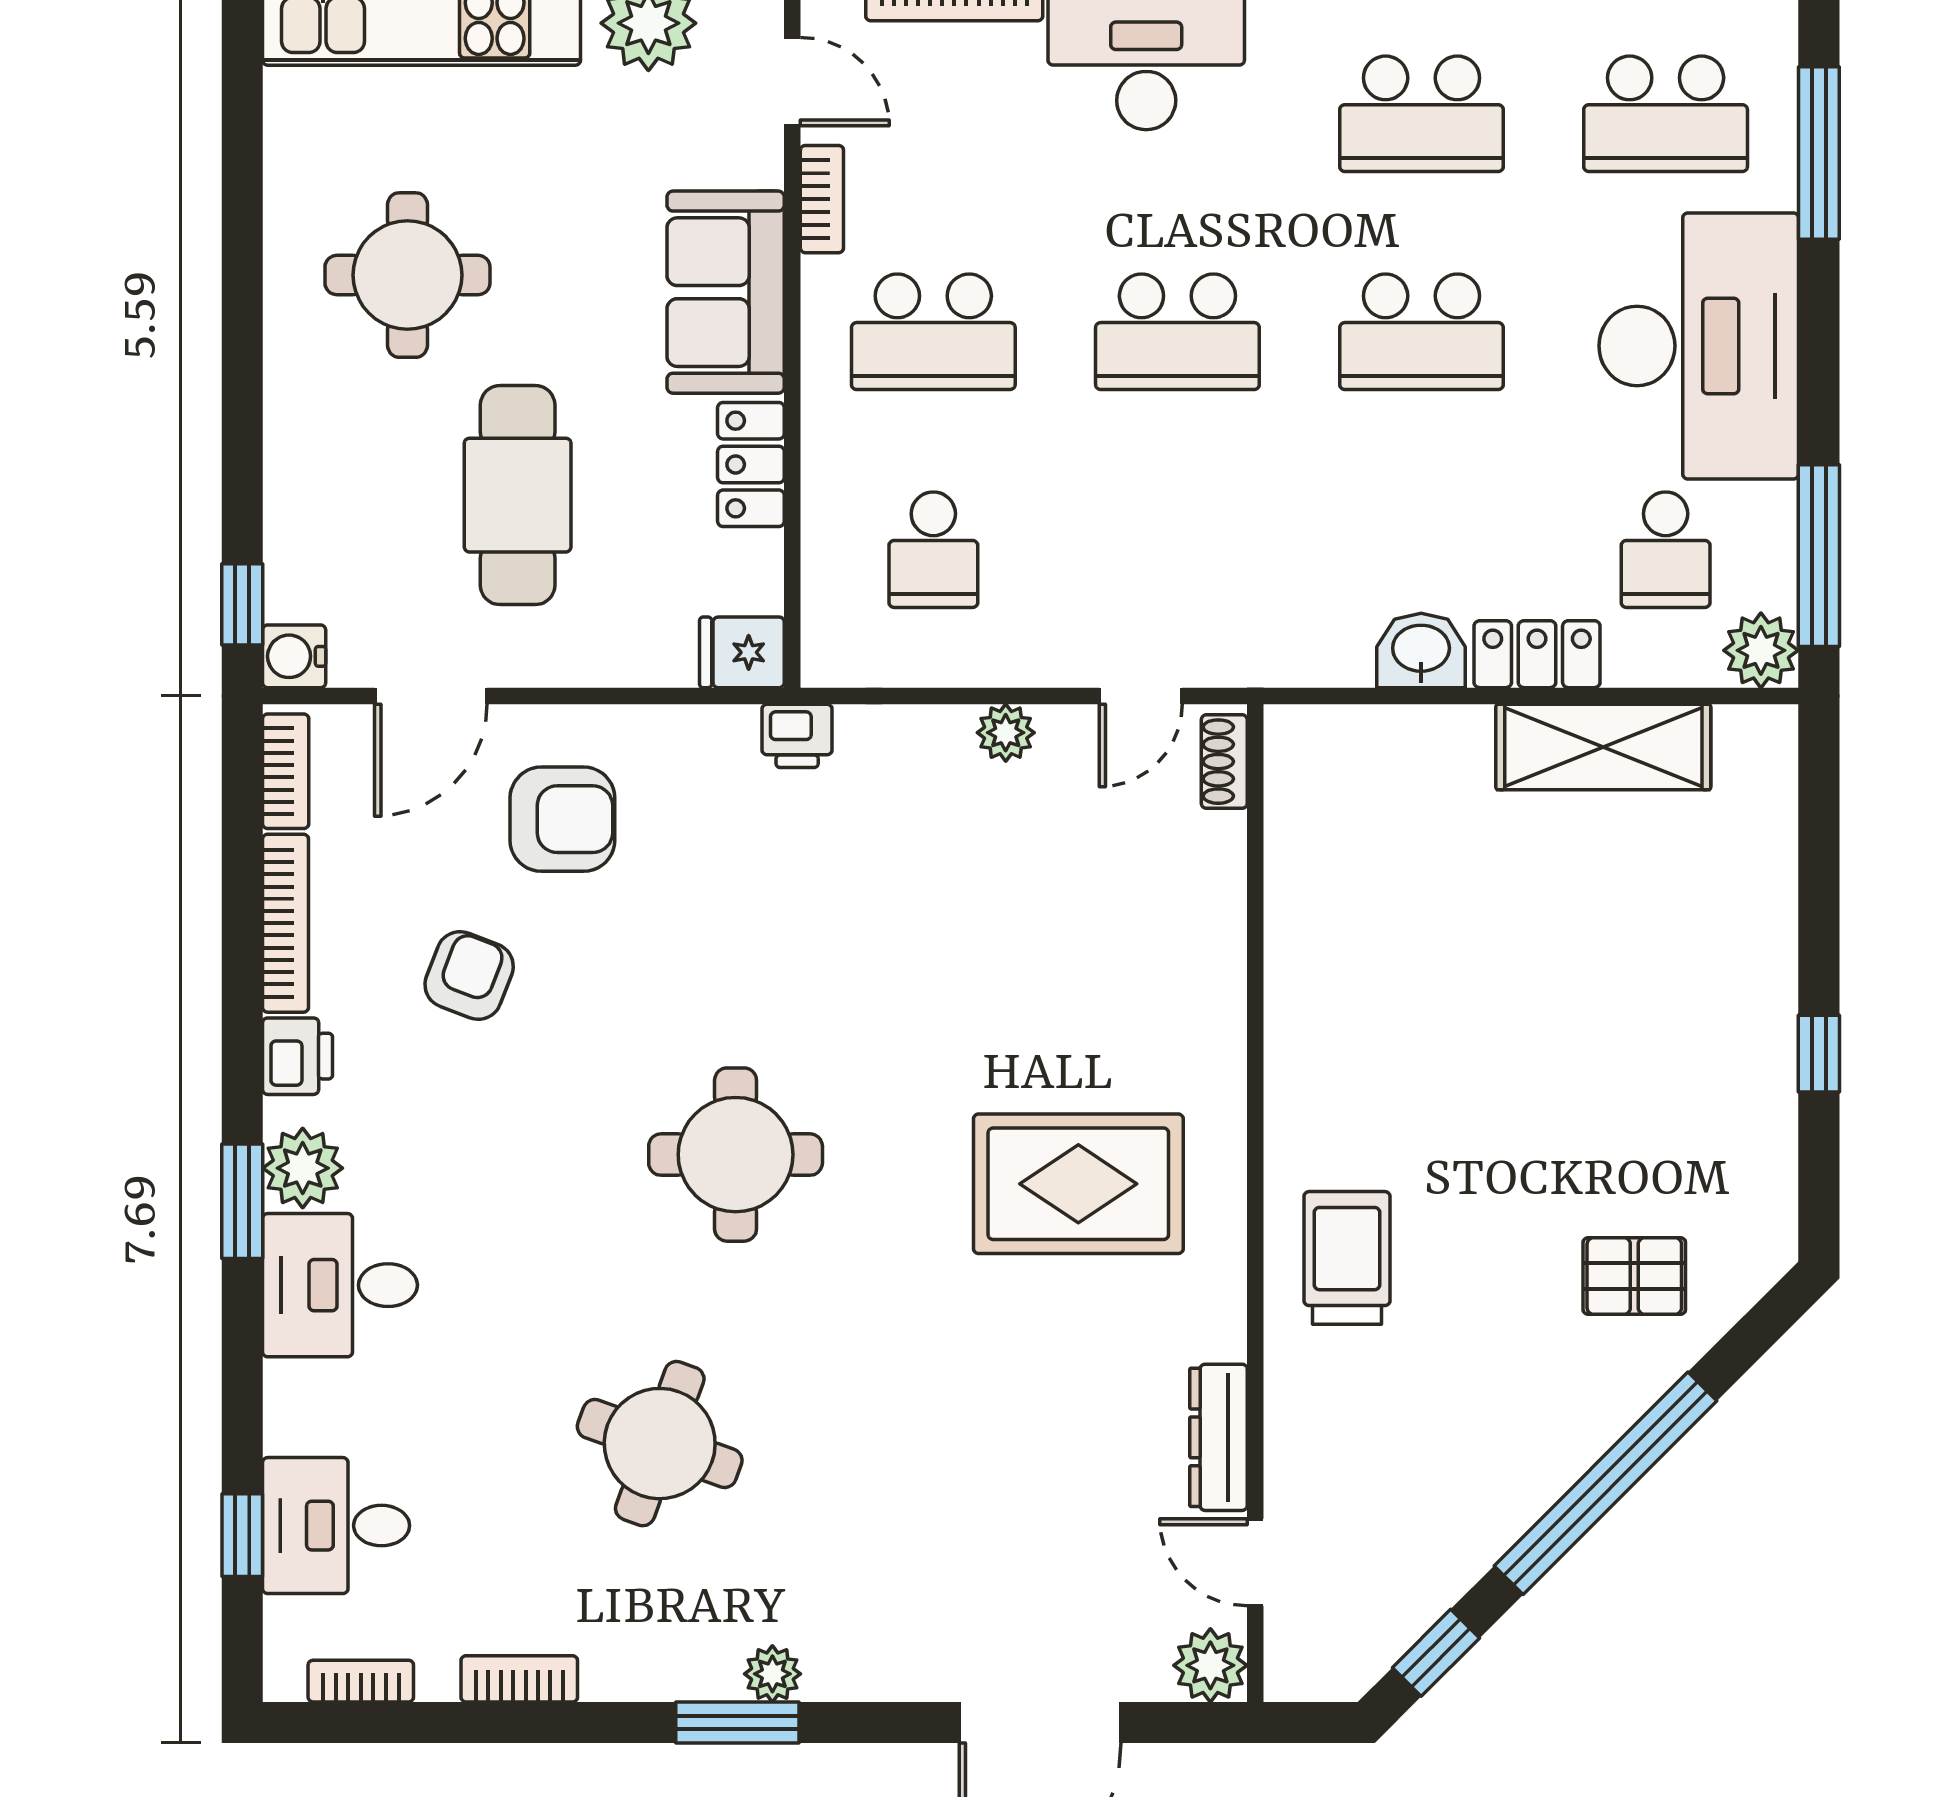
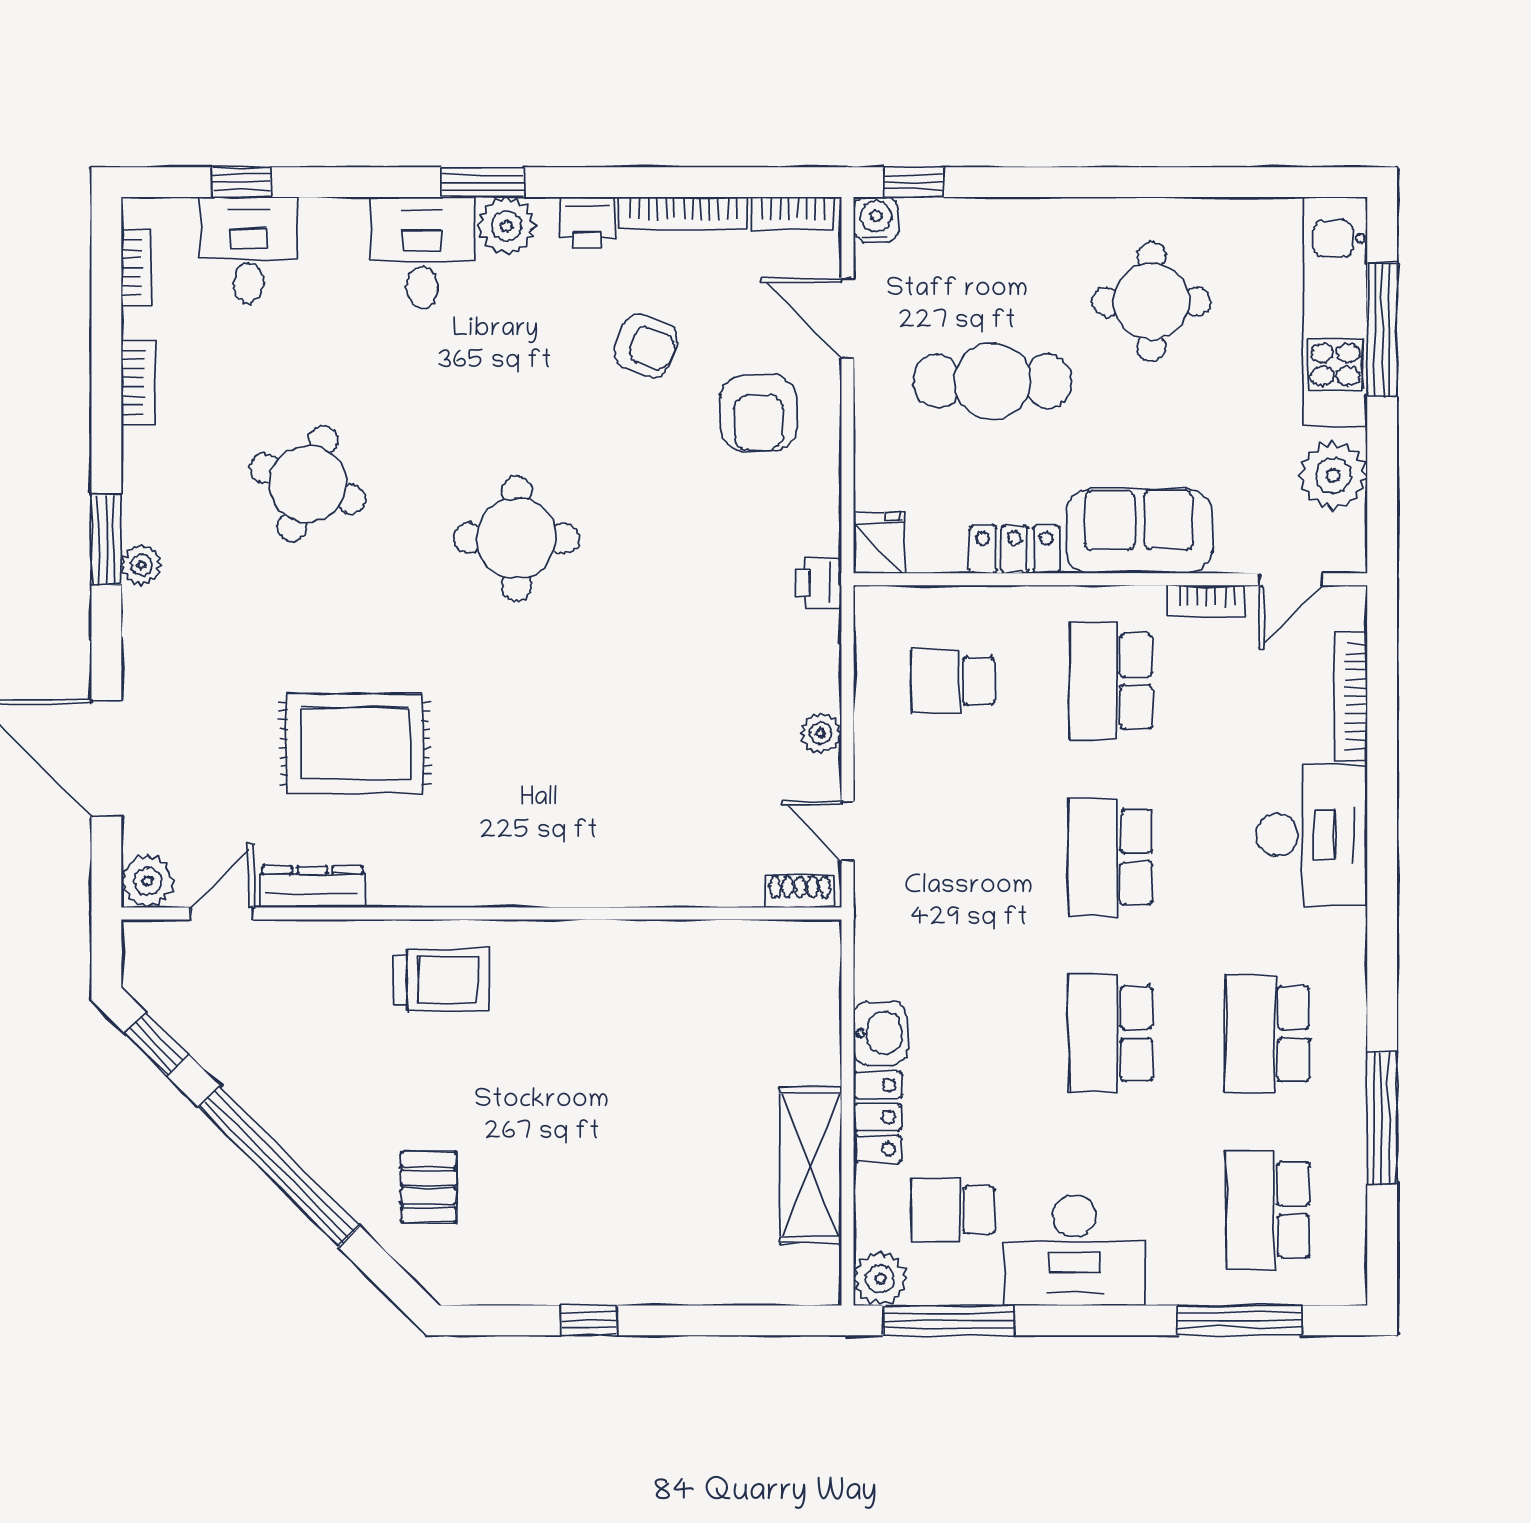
desk: (1699, 346) -> (1074, 1250), width x0.73, depth x0.77
rug: (1078, 1184) -> (355, 743), moved, turned 90

